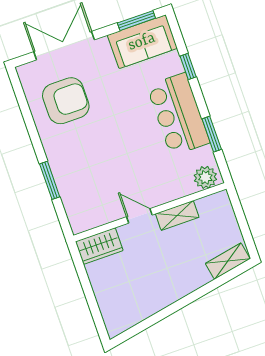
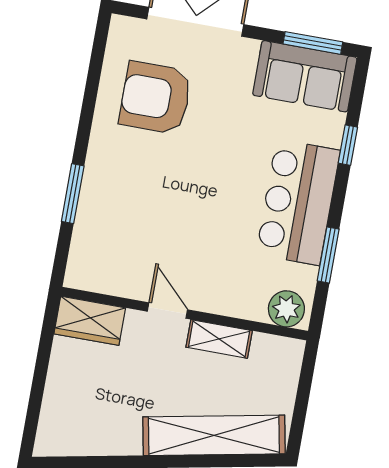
armchair: (66, 101) -> (156, 98), turned 180
shelving: (228, 261) -> (214, 435), width x2.20, depth x1.33

